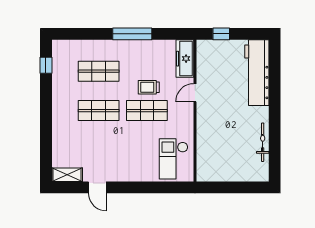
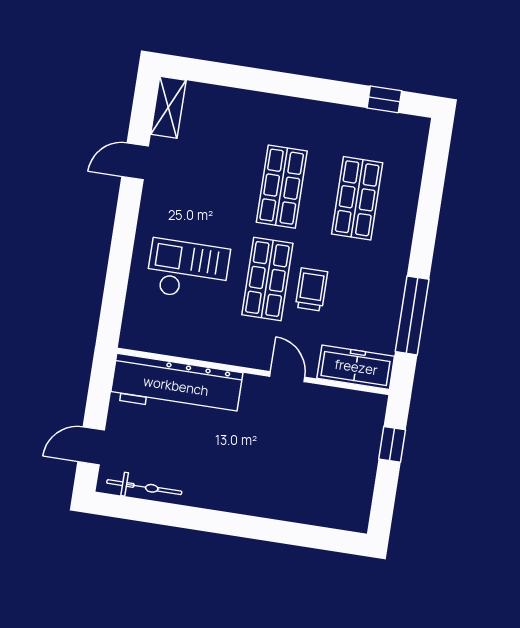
window: (132, 34) -> (412, 315), moved
workbench: (257, 73) -> (176, 386), moved, turned 180
bicycle: (263, 142) -> (144, 487), moved
checkout: (174, 159) -> (188, 270), moved
door: (246, 187) -> (91, 446), added

